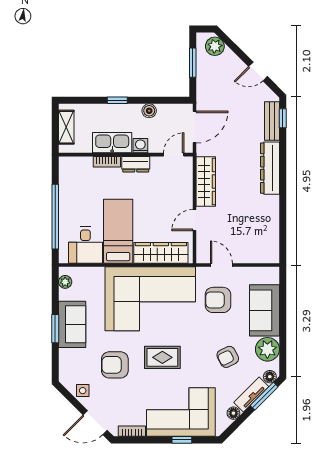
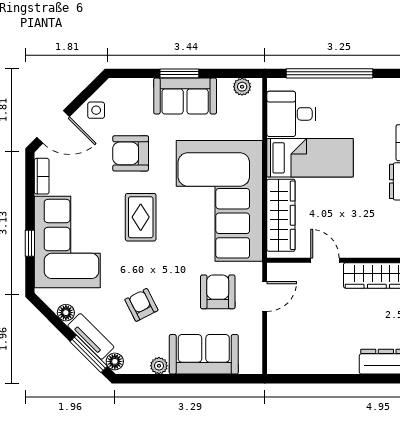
plant: (267, 349) -> (159, 366), width x0.53, depth x0.53
armchair: (115, 365) -> (131, 153), turned -90
door: (95, 423) -> (53, 127), swing flipped

